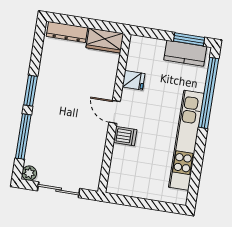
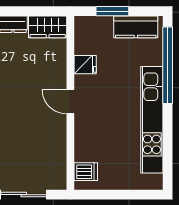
window: (189, 39) -> (112, 11), moved
dishwasher: (125, 136) -> (86, 172), moved

